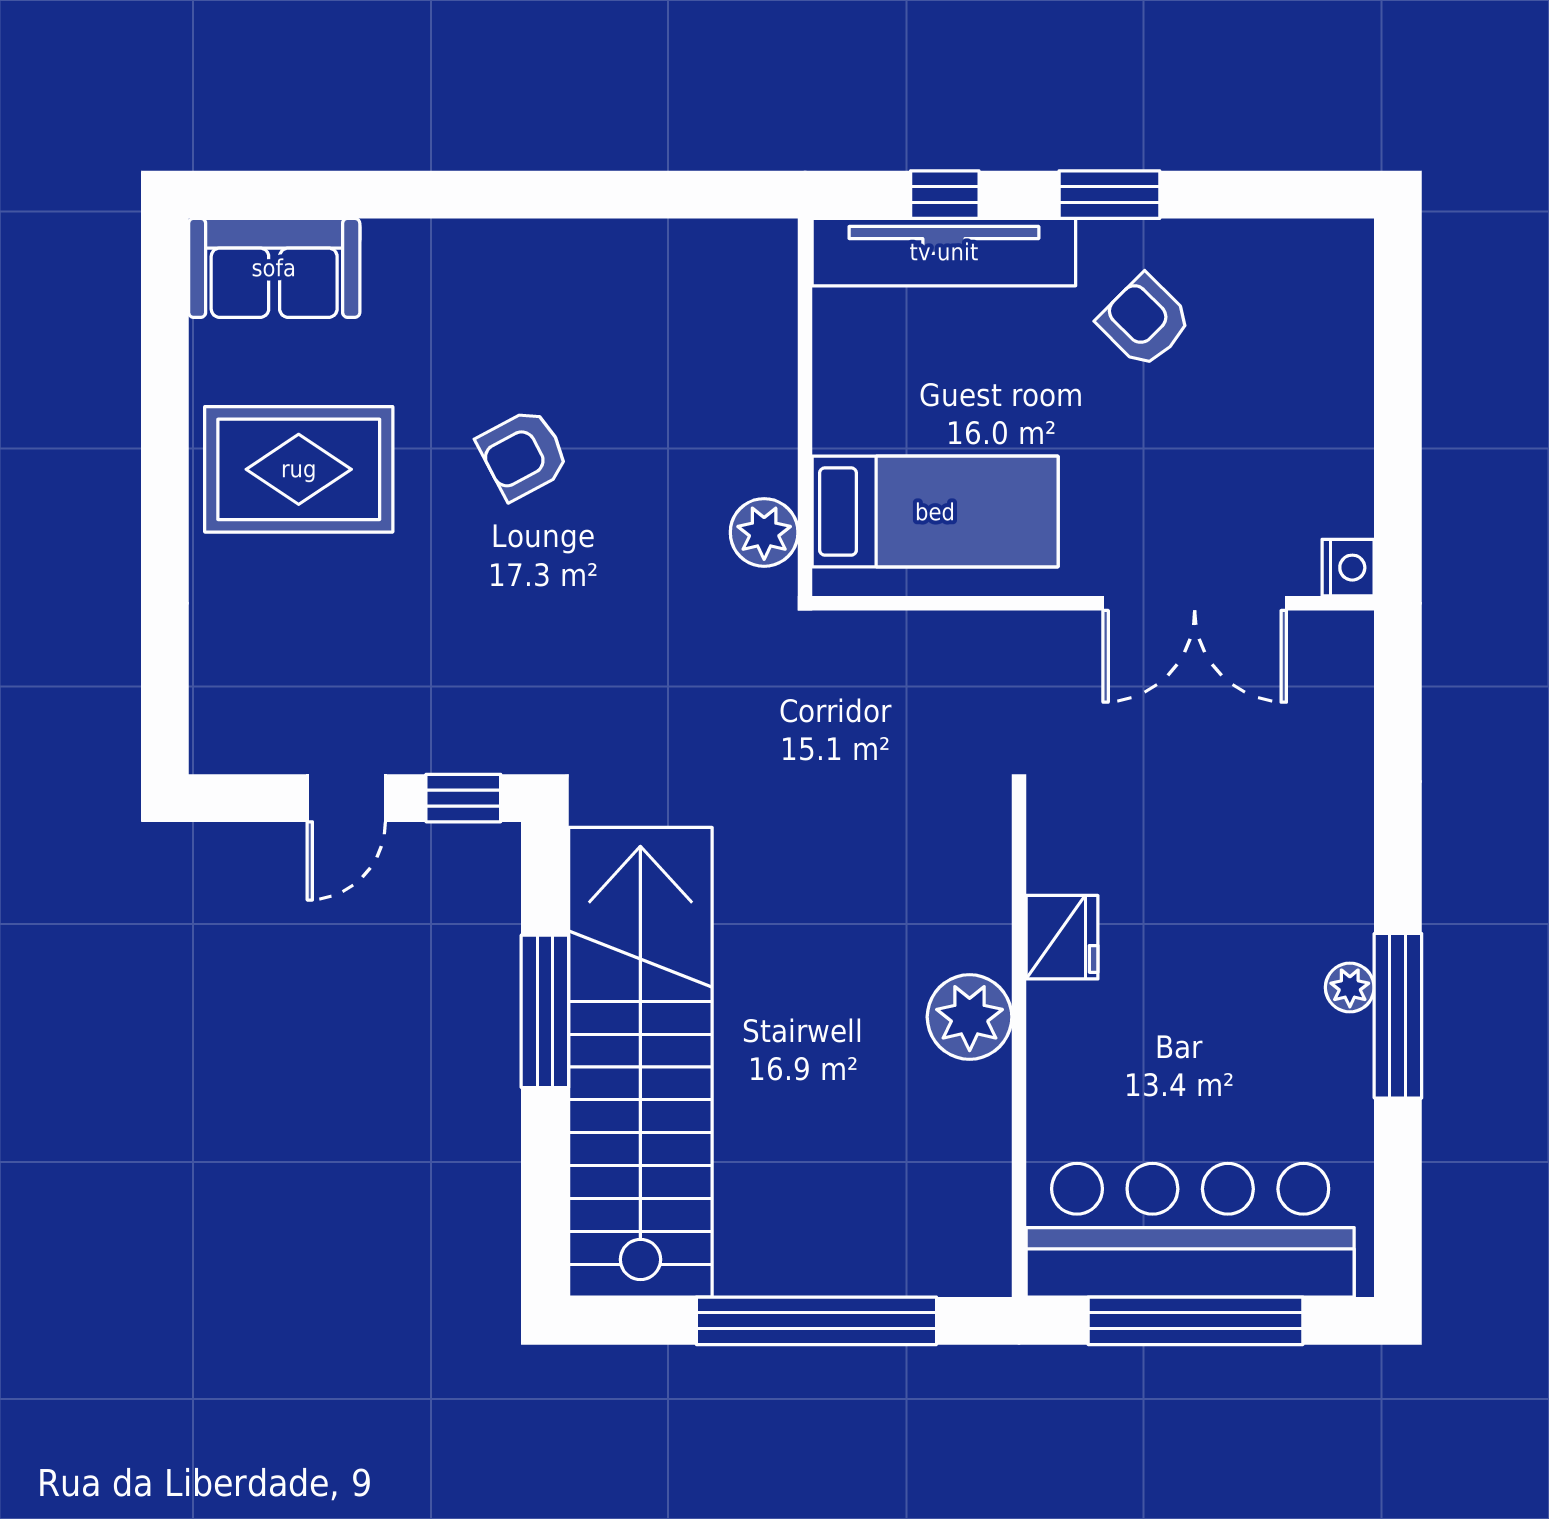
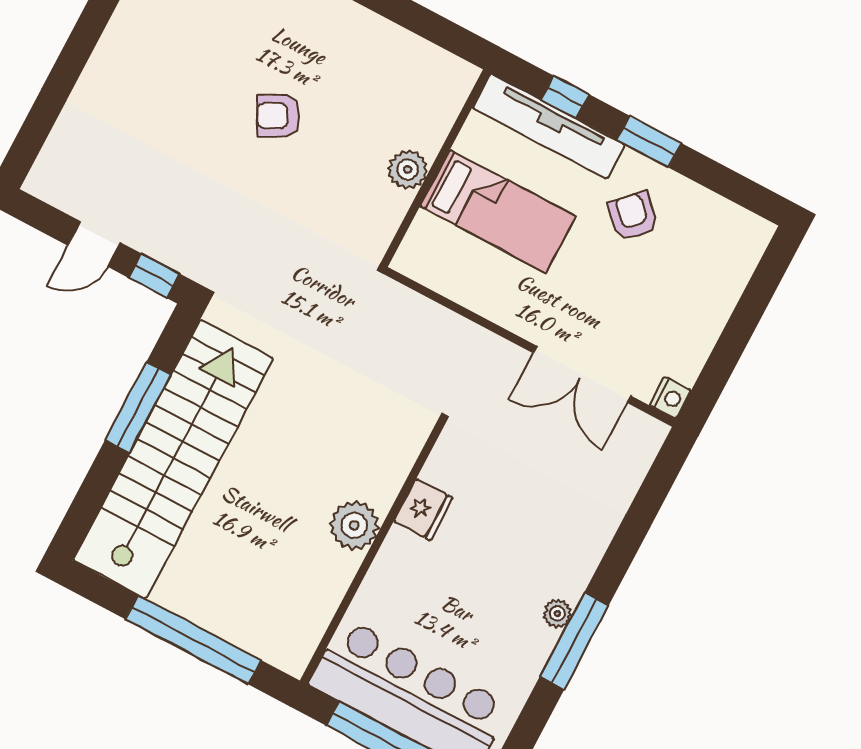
rug: (299, 469) -> (159, 62), removed
bed: (935, 512) -> (498, 211), moved
plant: (764, 532) -> (408, 170), moved

